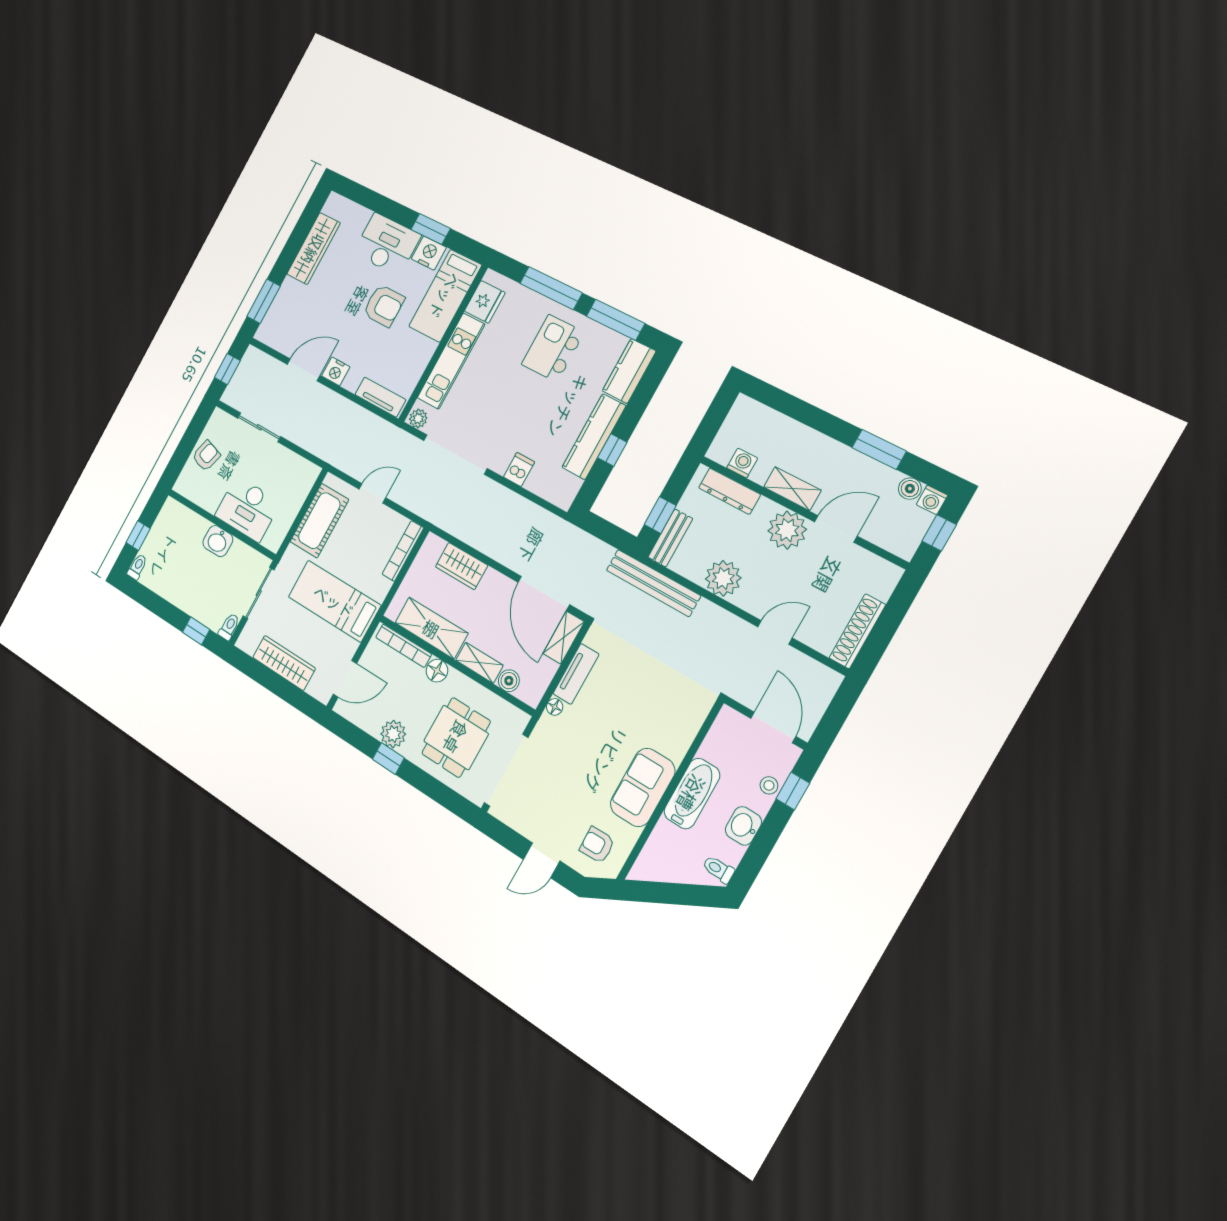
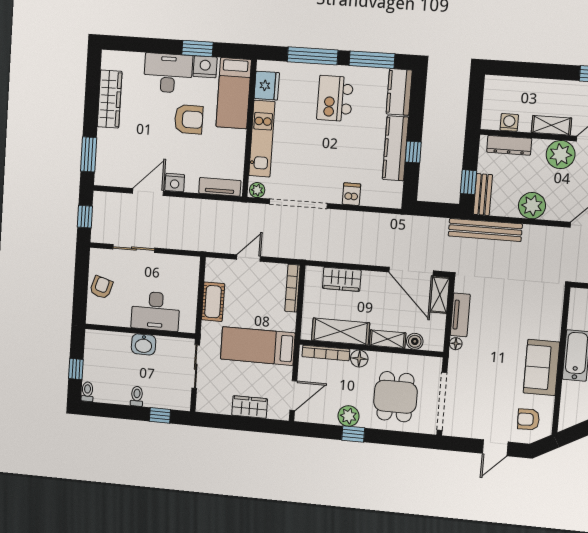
cot: (319, 521) -> (213, 302), width x0.73, depth x0.75
toilet: (229, 627) -> (137, 396), moved
wardrobe: (284, 663) -> (250, 407), width x0.67

